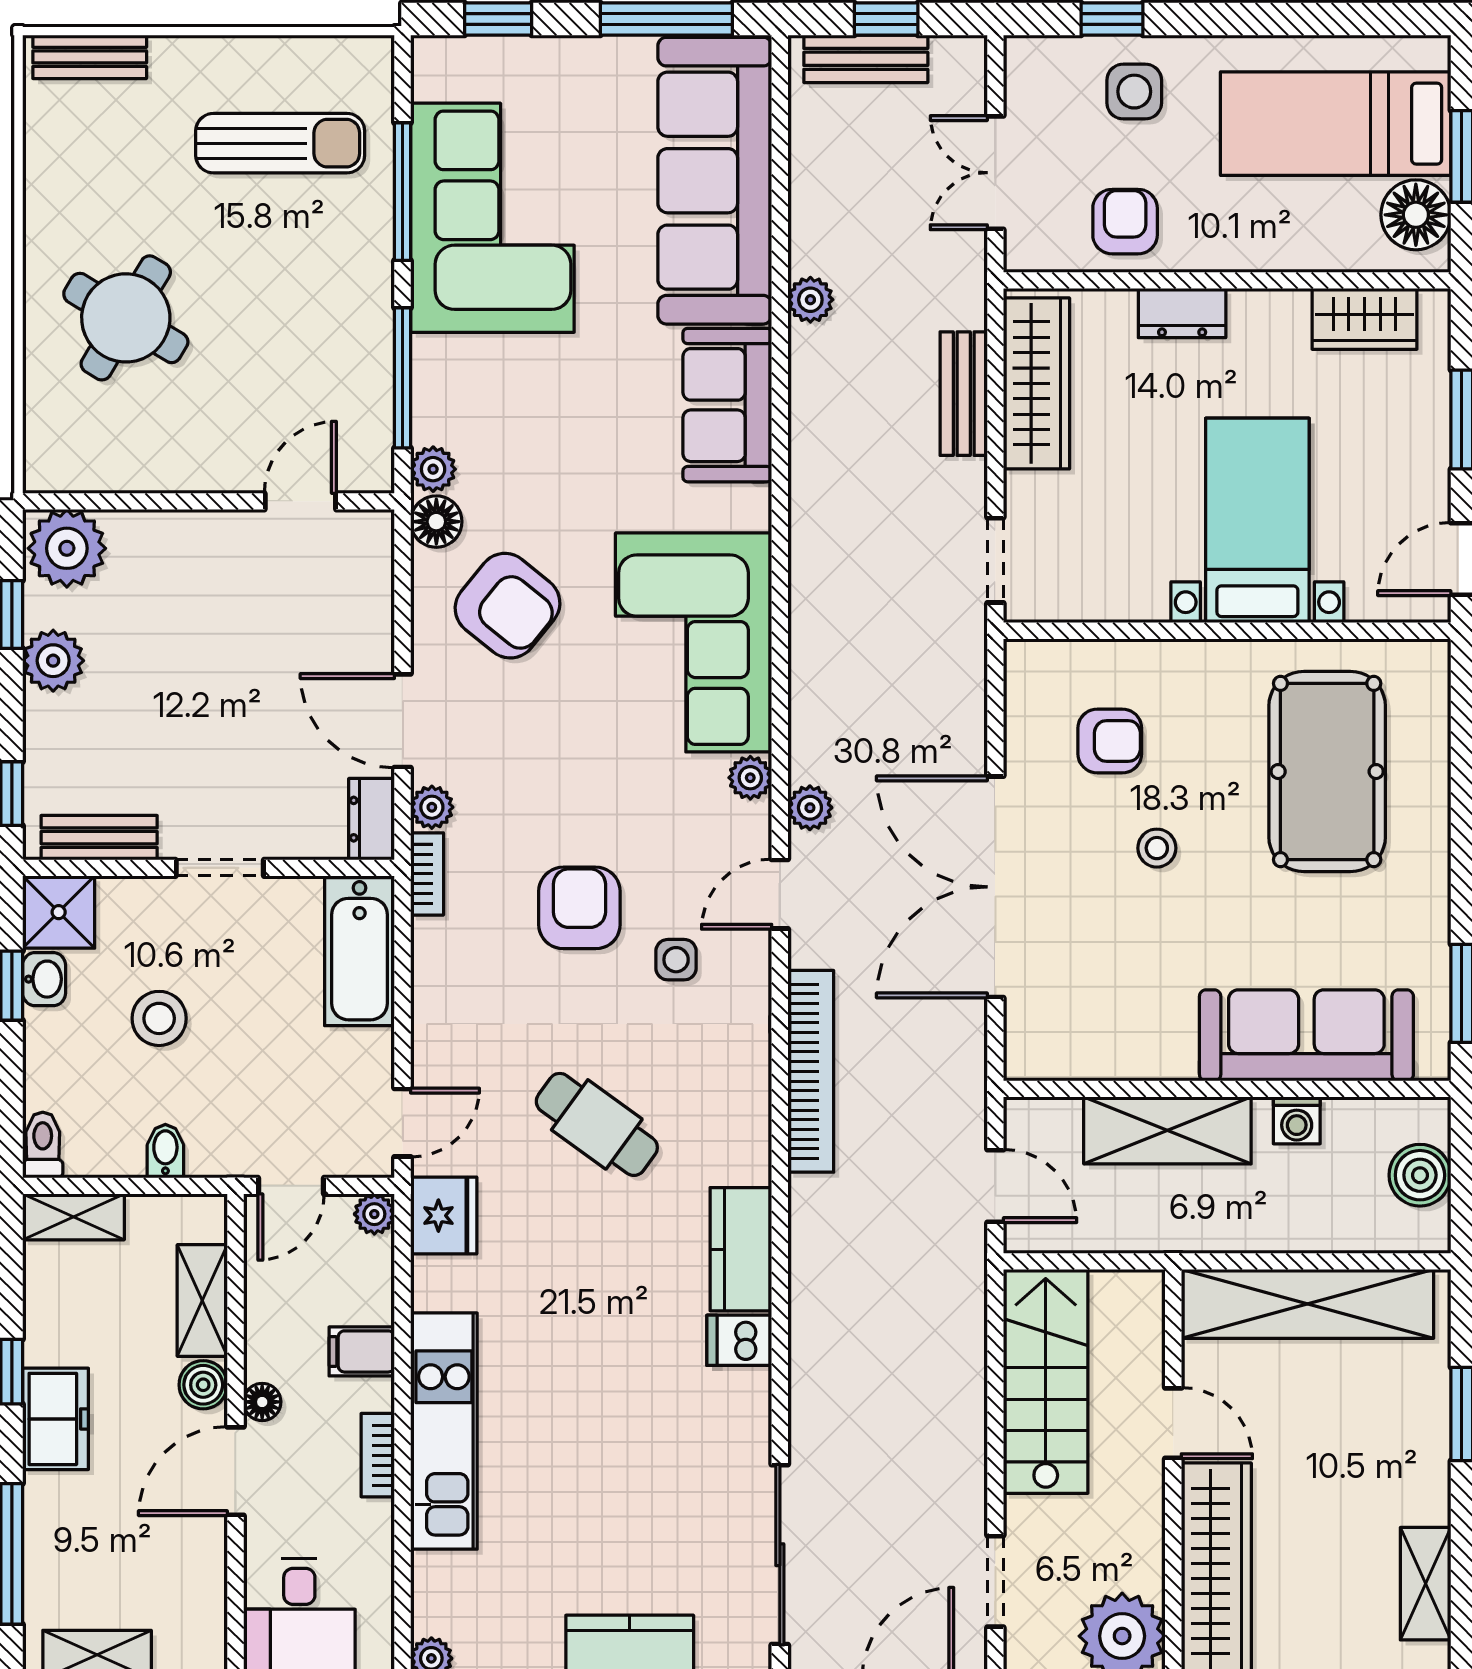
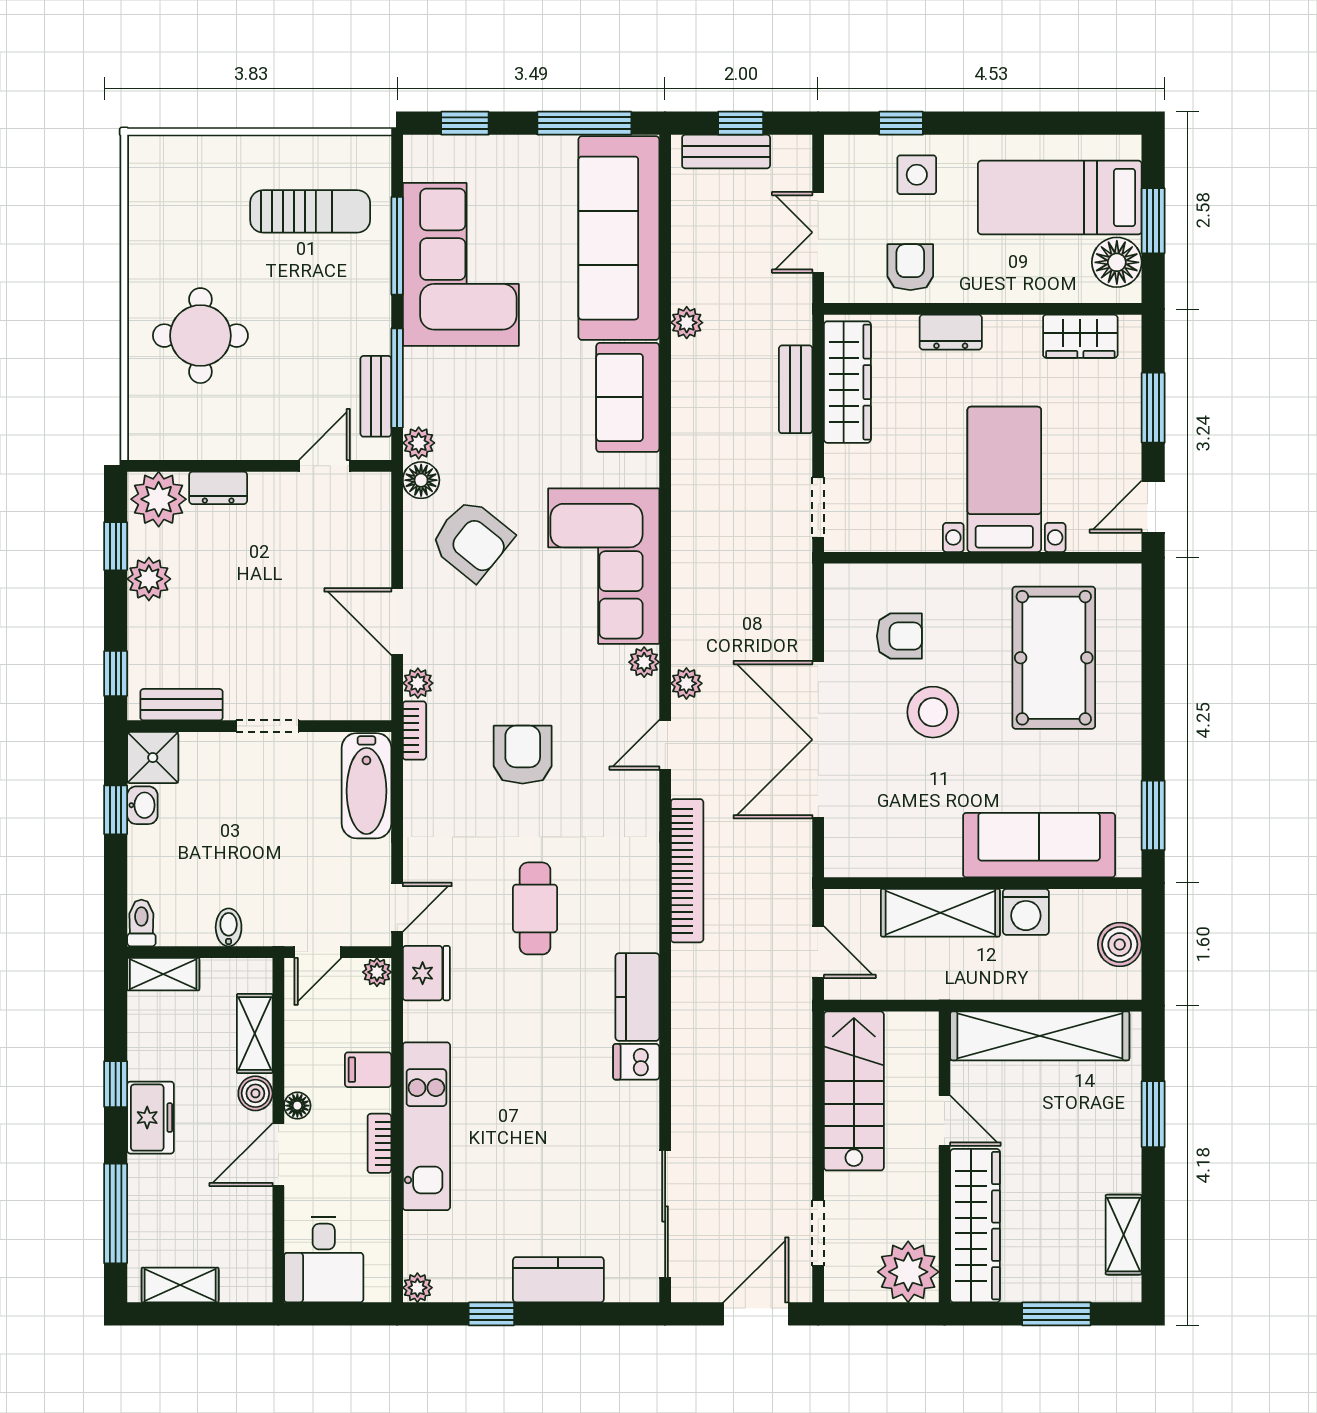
bench: (90, 57) -> (376, 396), moved, turned 90
round table: (126, 318) -> (200, 336), turned -31
dresser: (372, 819) -> (218, 488), moved, turned -90
stool: (1157, 848) -> (933, 712), width x1.89, depth x1.89
side table: (676, 960) -> (591, 791), removed
stool: (159, 1018) -> (224, 833), removed
washing machine: (1297, 1120) -> (1026, 912), width x1.38, depth x1.38
cafe table: (597, 1124) -> (535, 908), turned 54

